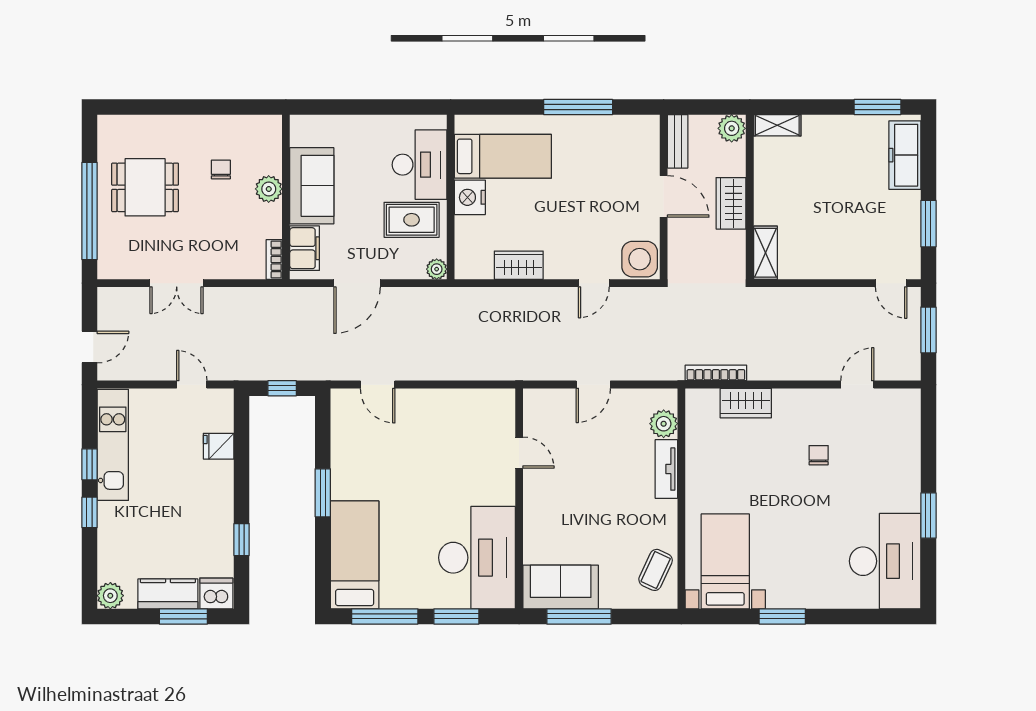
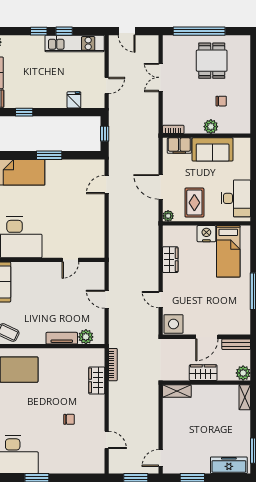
desk: (420, 165) -> (236, 198), moved, turned -90
door: (357, 283) -> (161, 187), moved

